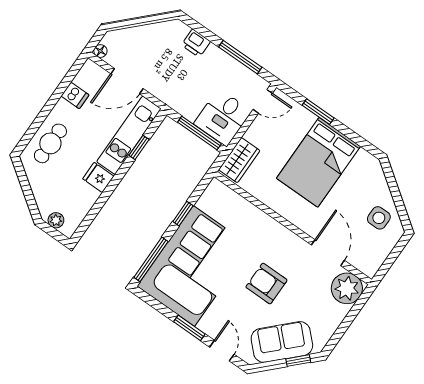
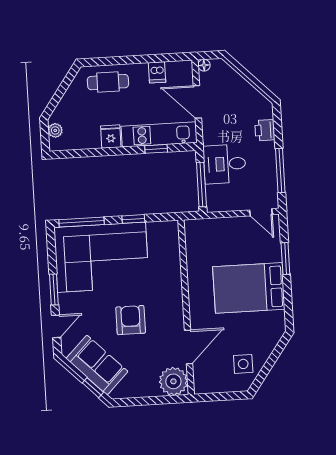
desk: (223, 117) -> (225, 164), moved
wardrobe: (239, 160) -> (205, 229), removed

